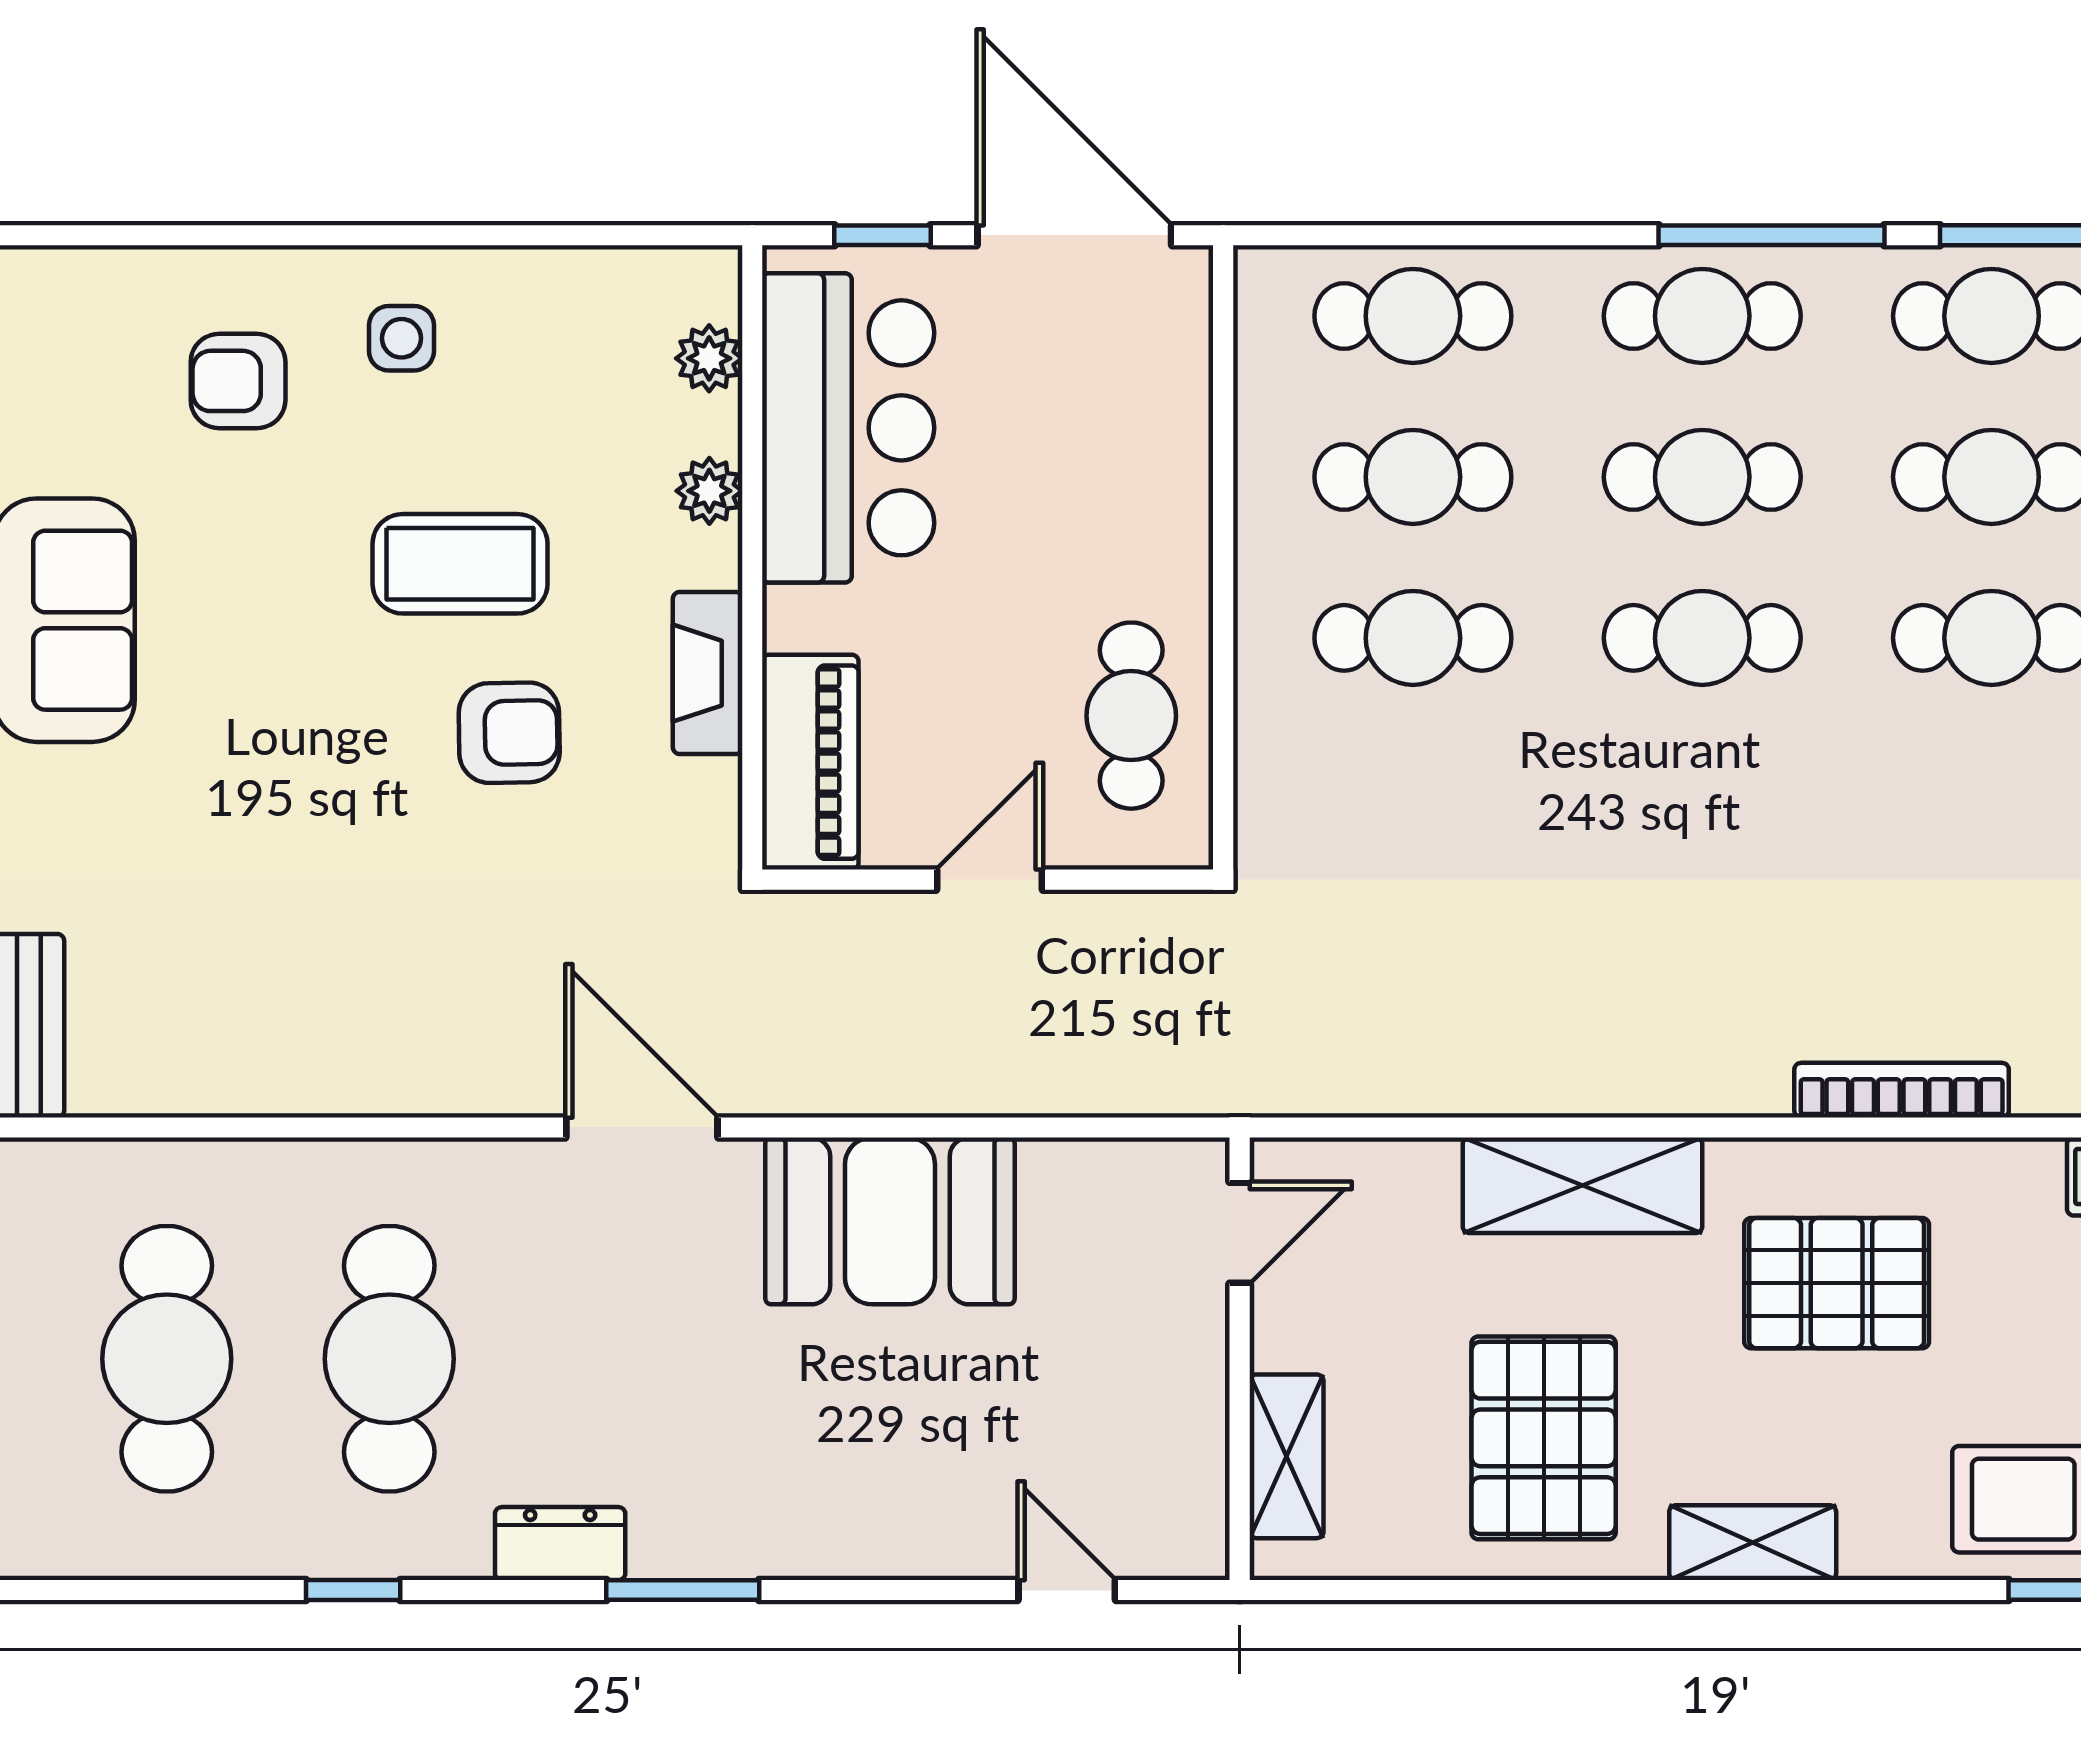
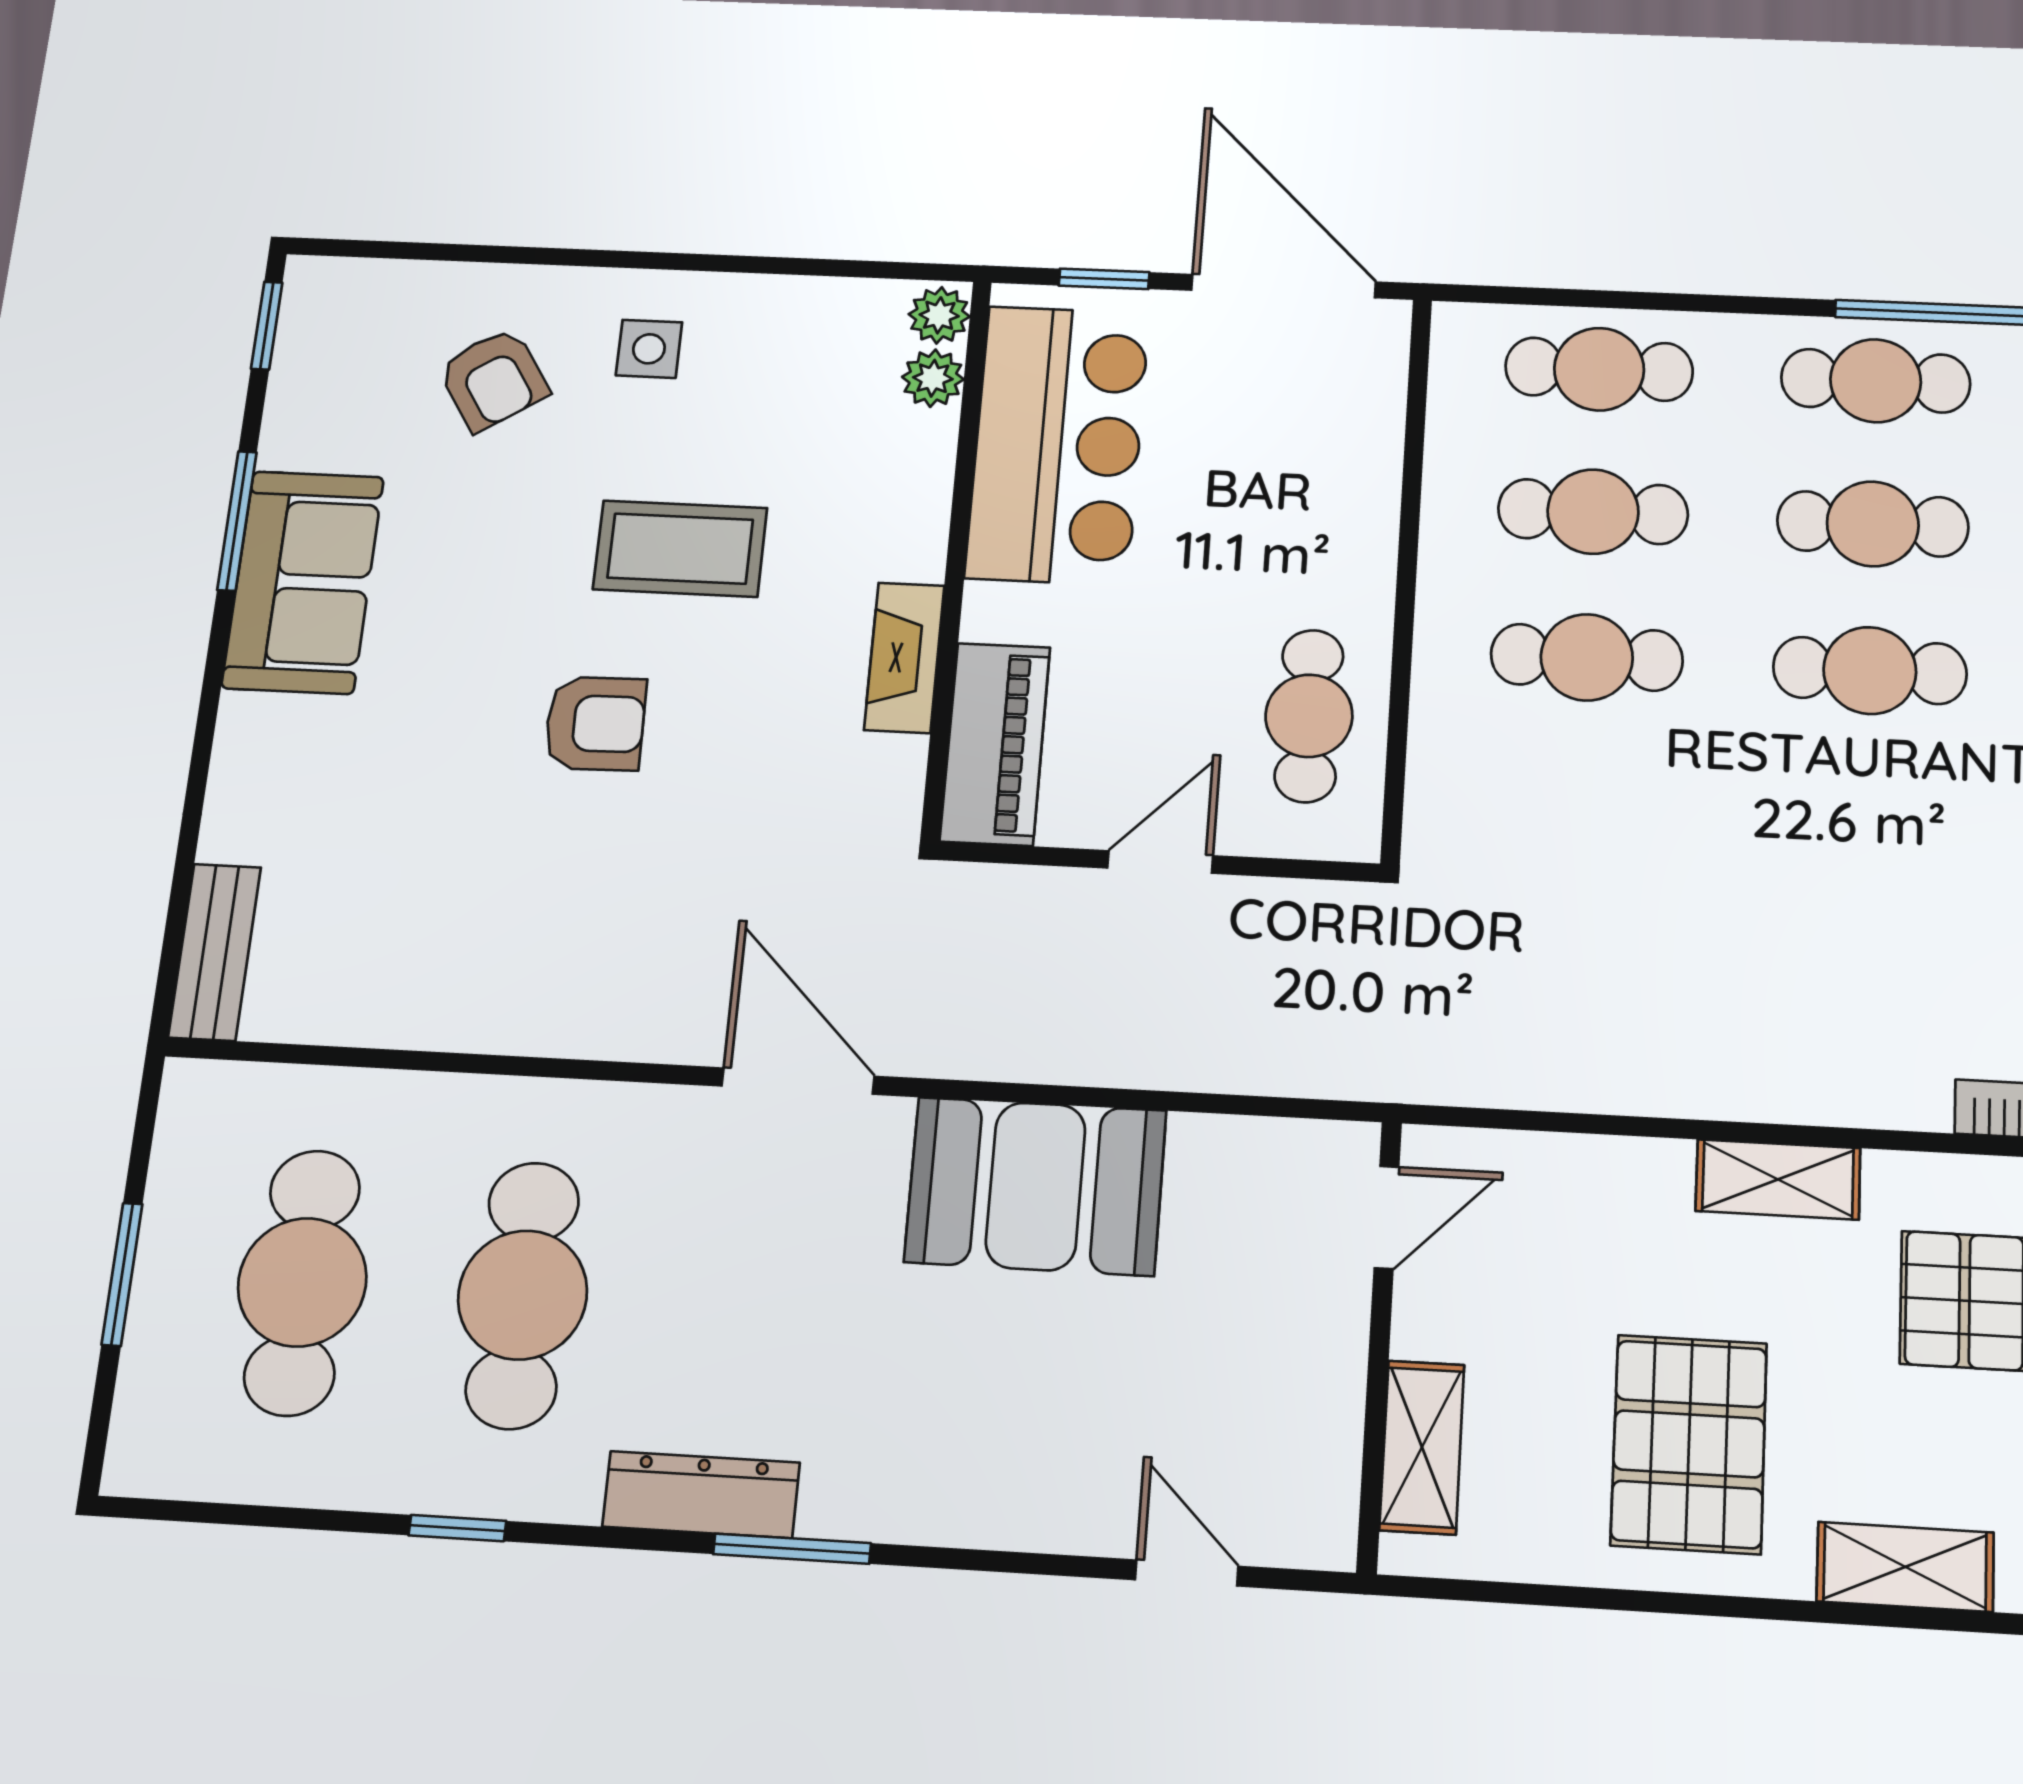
armchair: (238, 381) -> (493, 379), turned -123
plant: (709, 491) -> (939, 315), moved
armchair: (509, 733) -> (595, 723), moved
shelving: (1583, 1185) -> (1778, 1180), width x0.67, depth x0.75
dresser: (560, 1544) -> (701, 1495), width x1.44

